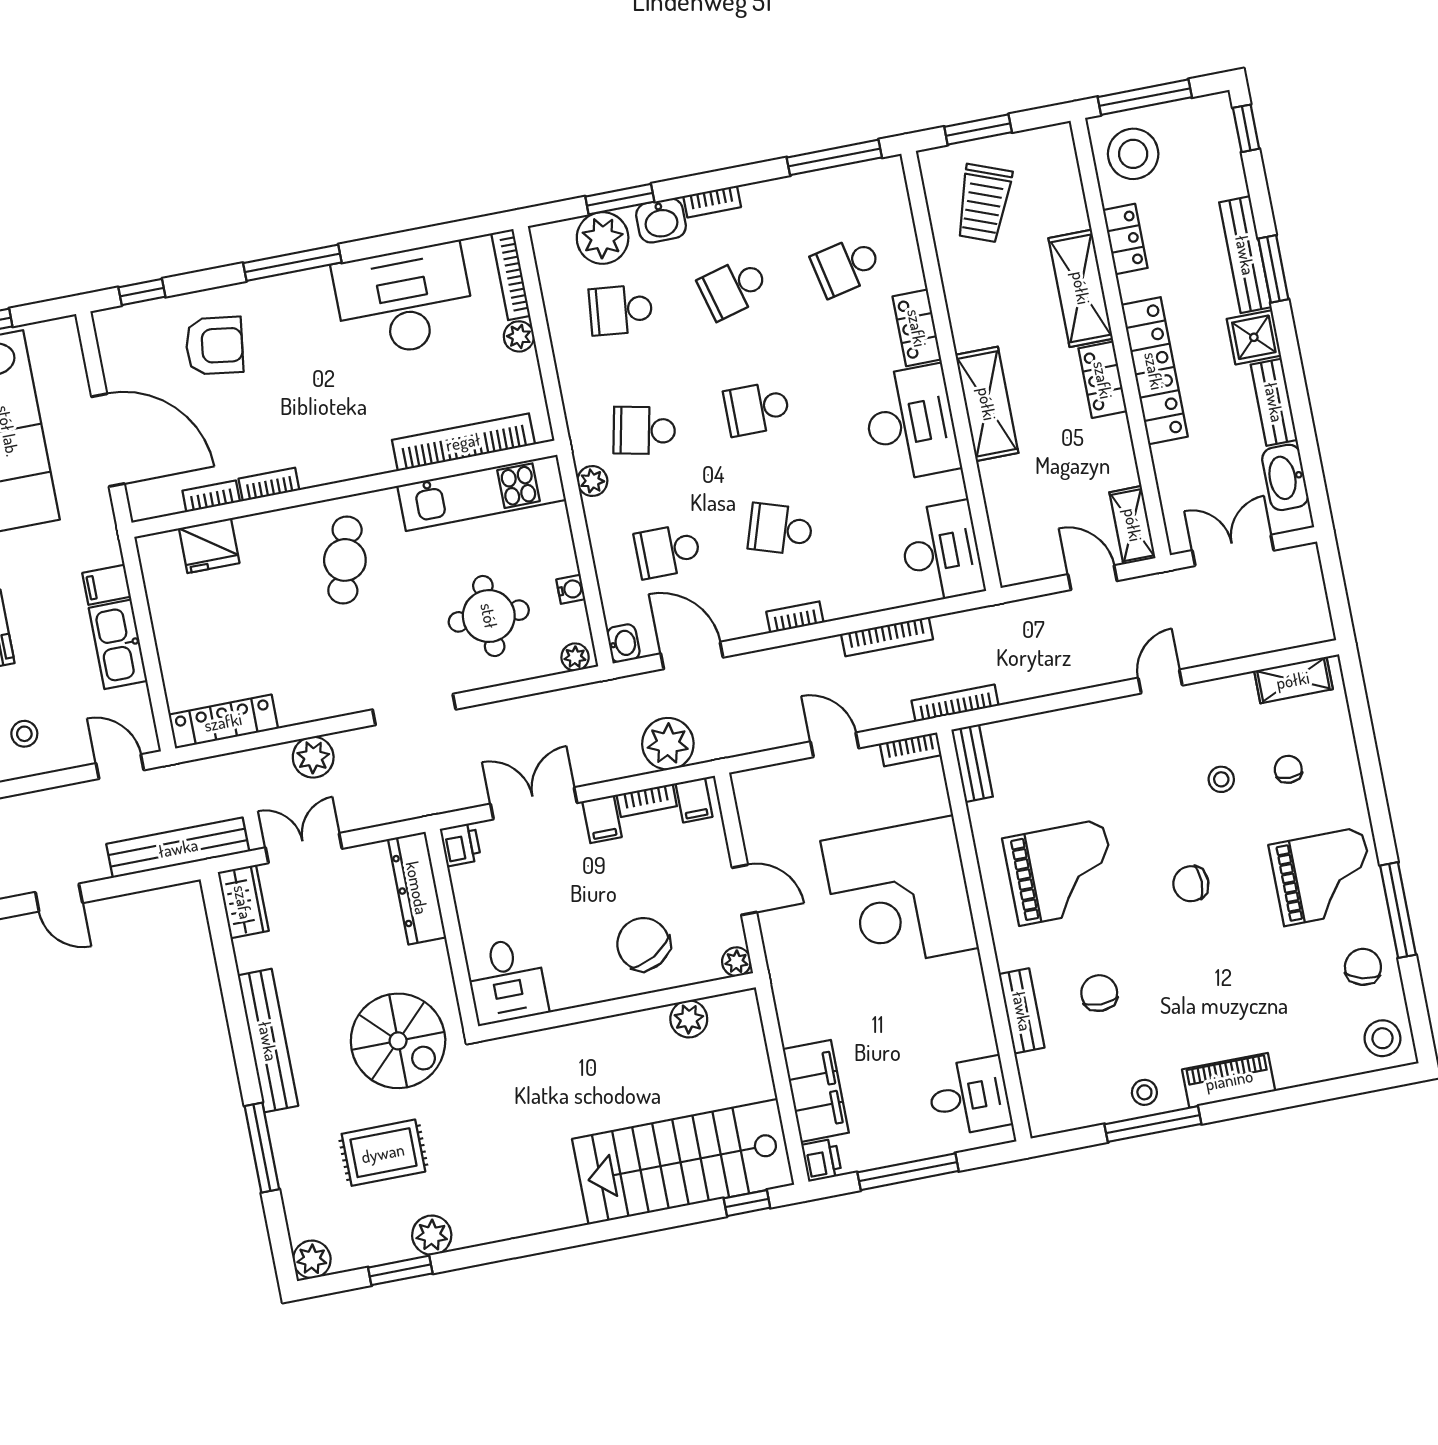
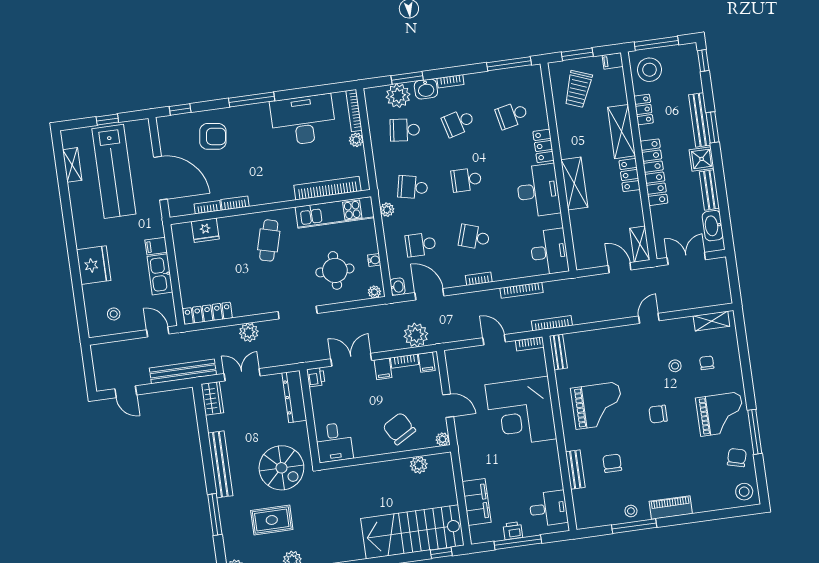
filing cabinet: (1054, 139) -> (613, 61), added
printer: (822, 1160) -> (513, 531), moved, turned -90

